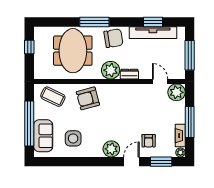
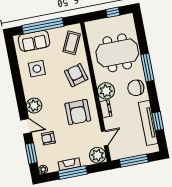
chair: (113, 38) -> (136, 88), turned 99
armchair: (127, 104) -> (78, 112), added
fireplace: (180, 136) -> (69, 164), moved

